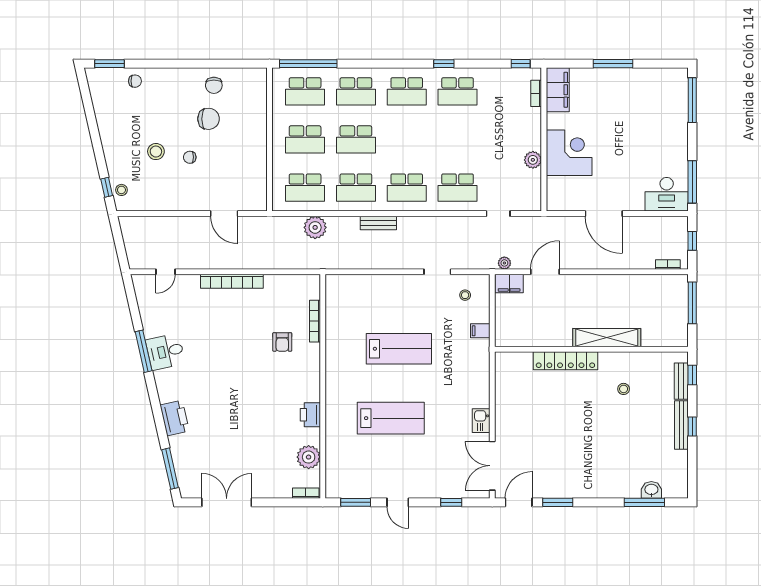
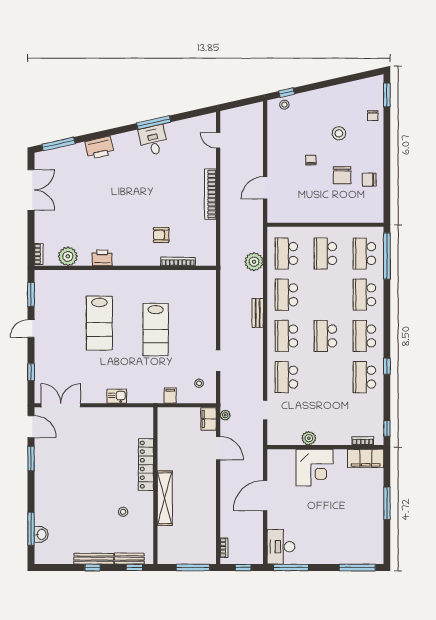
school desk: (356, 139) -> (325, 336), moved
stool: (156, 152) -> (339, 133), moved
kitchen sink: (481, 421) -> (117, 396), moved

